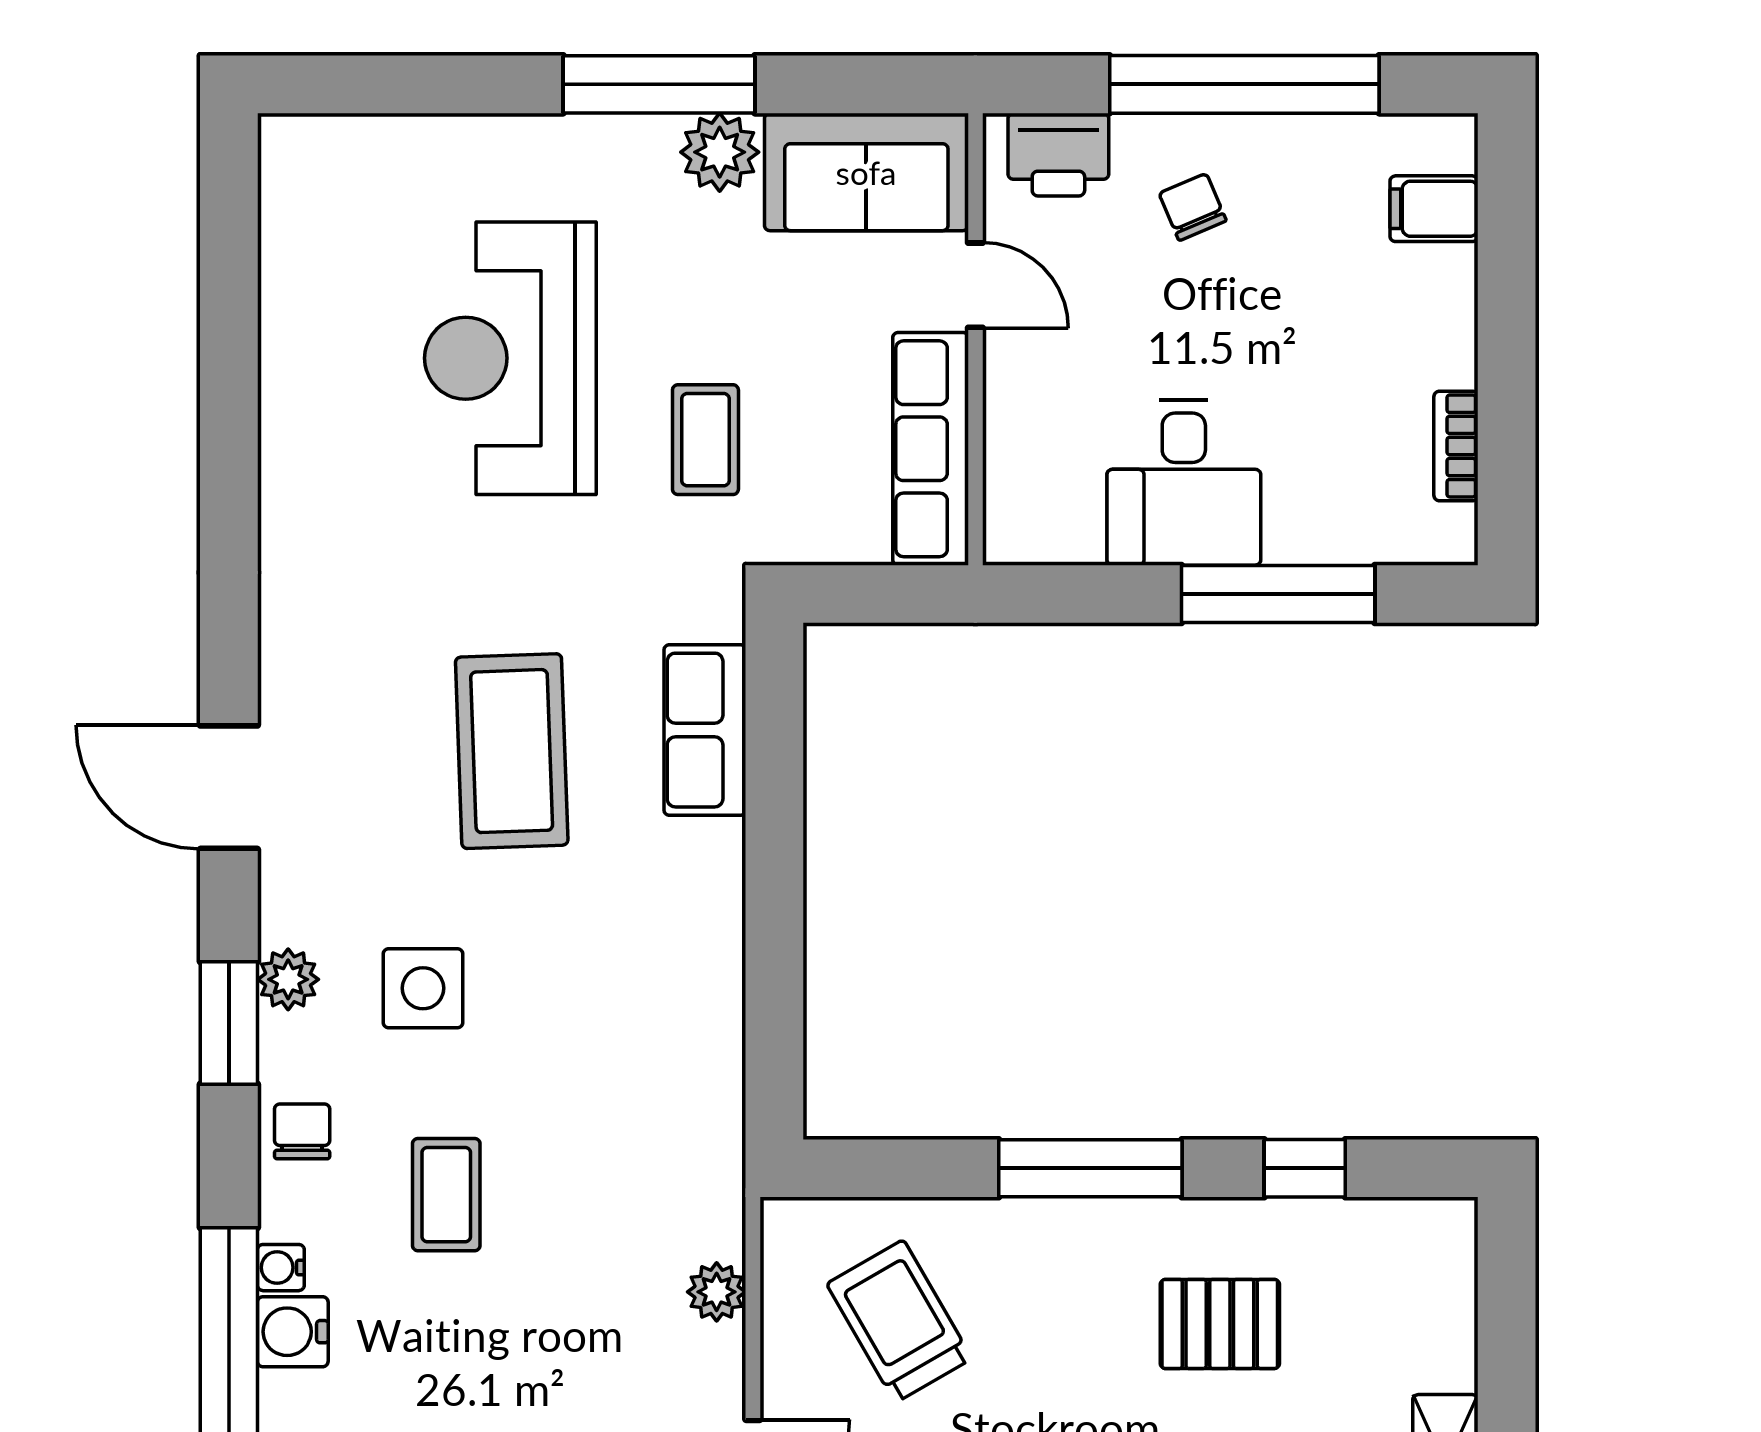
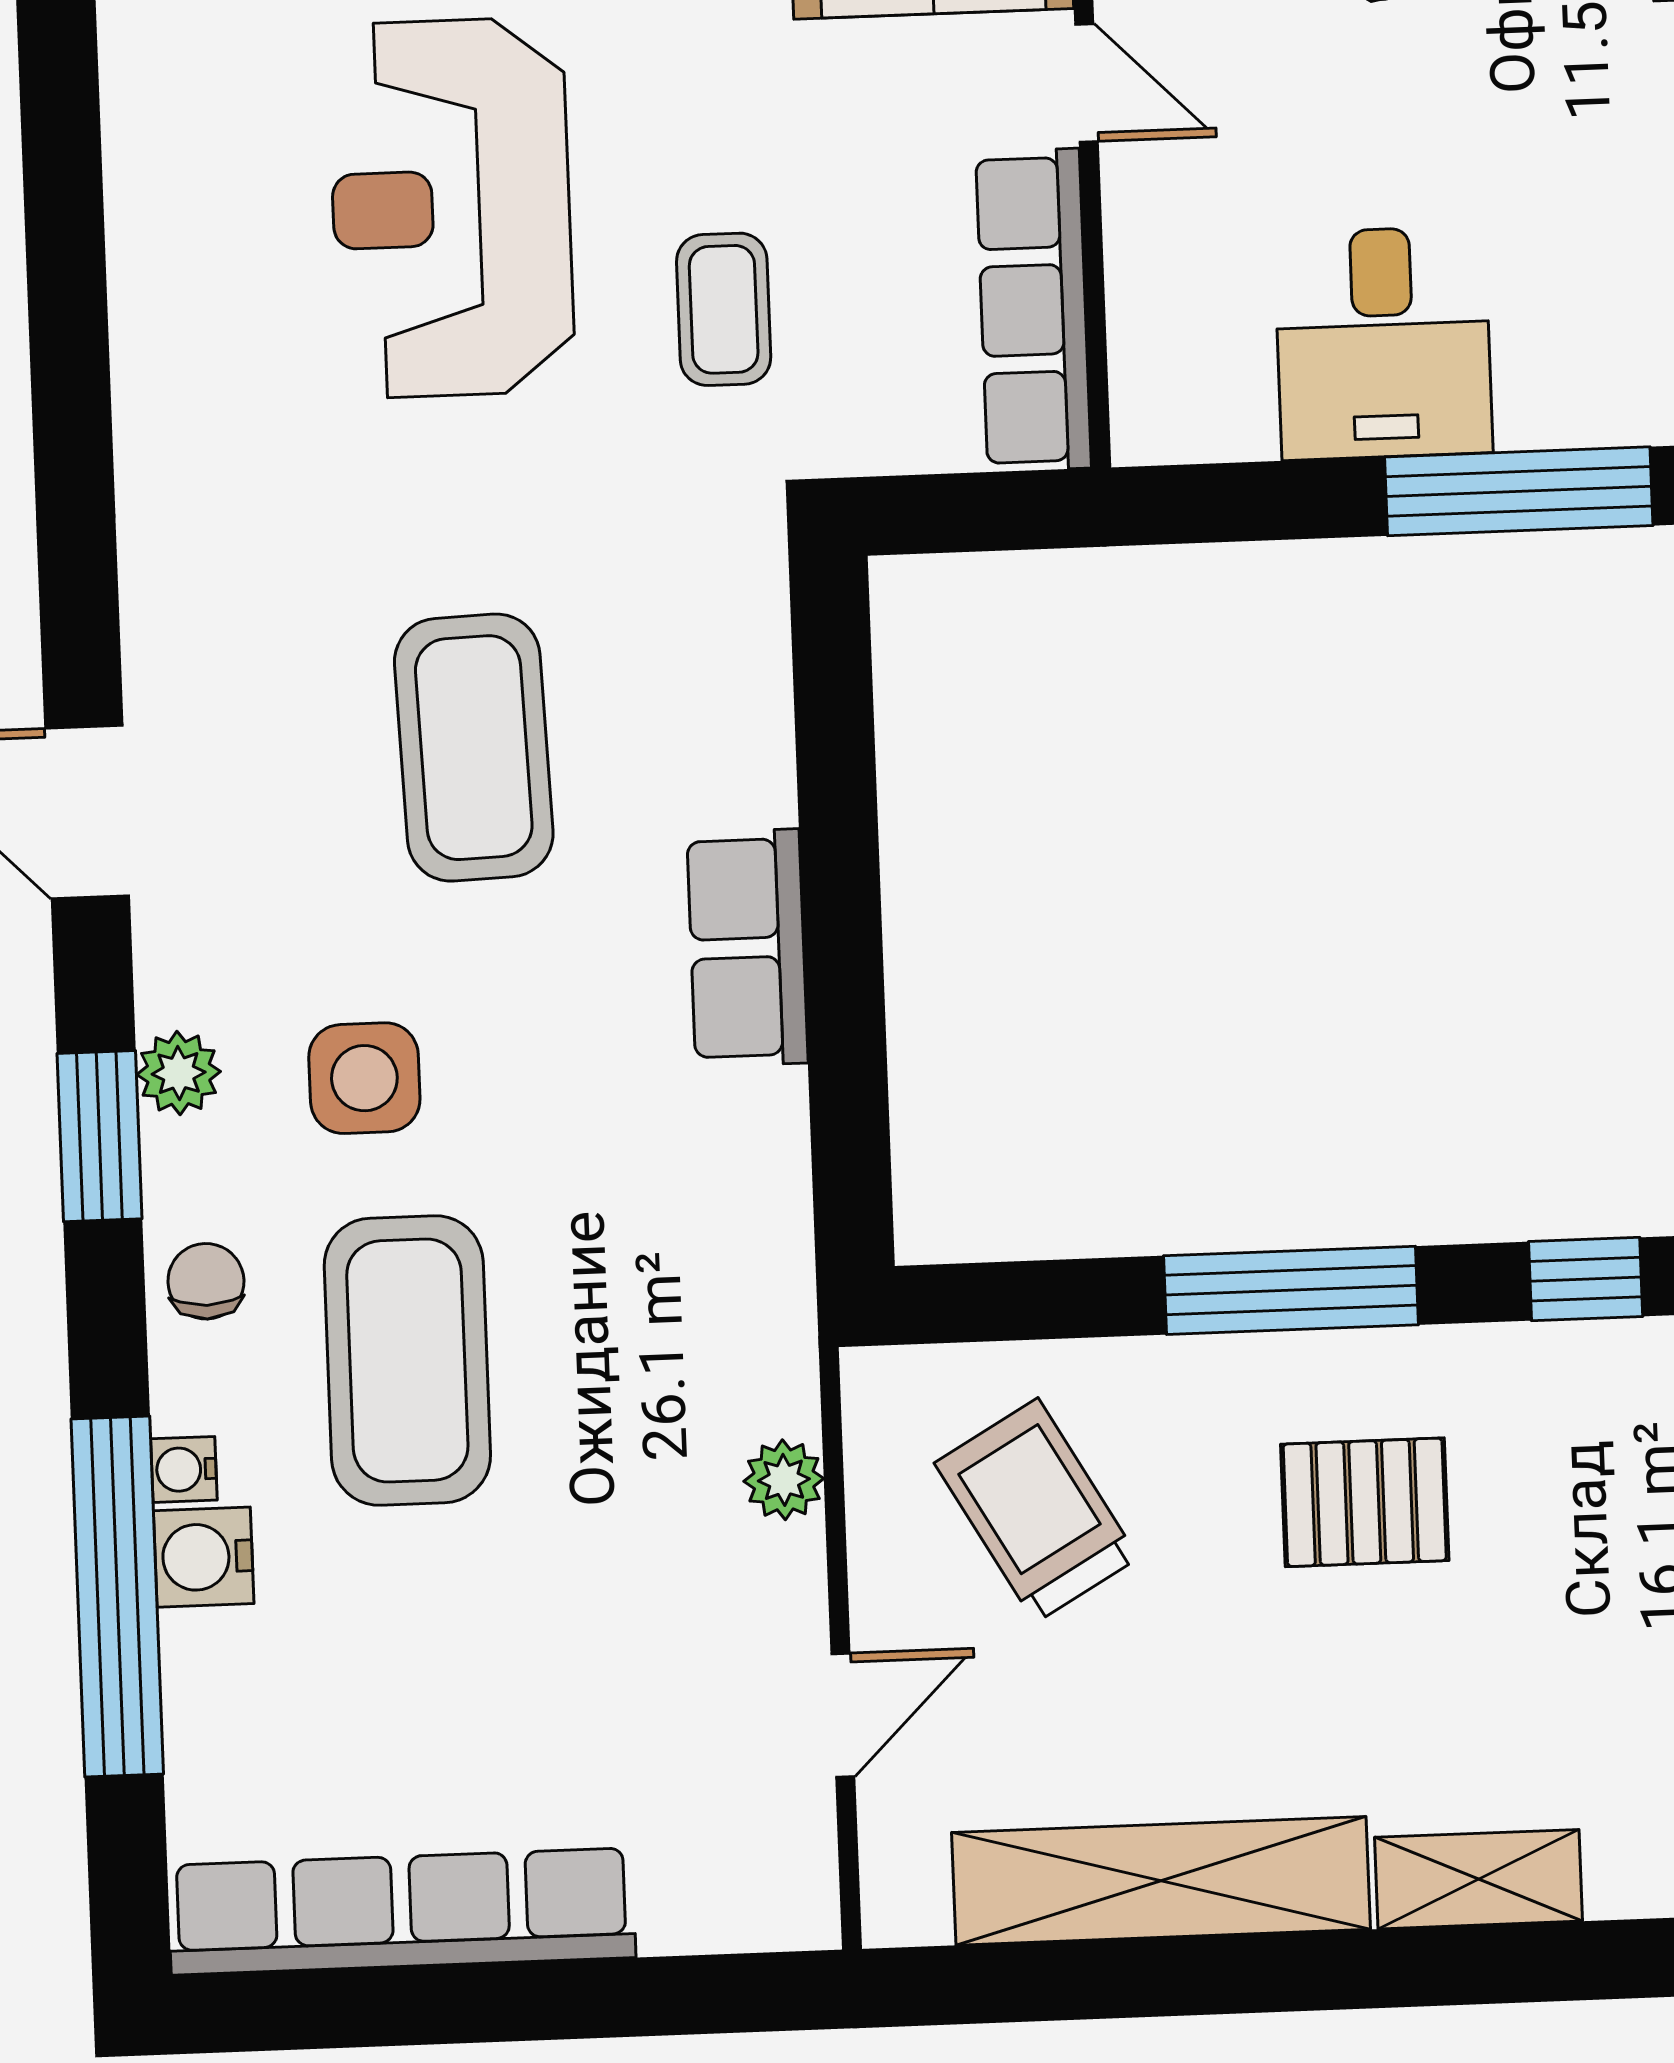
row of seats: (705, 730) -> (747, 948), moved
coffee table: (446, 1195) -> (407, 1360), width x1.86, depth x1.72
pallet: (1220, 1324) -> (1365, 1502), moved

